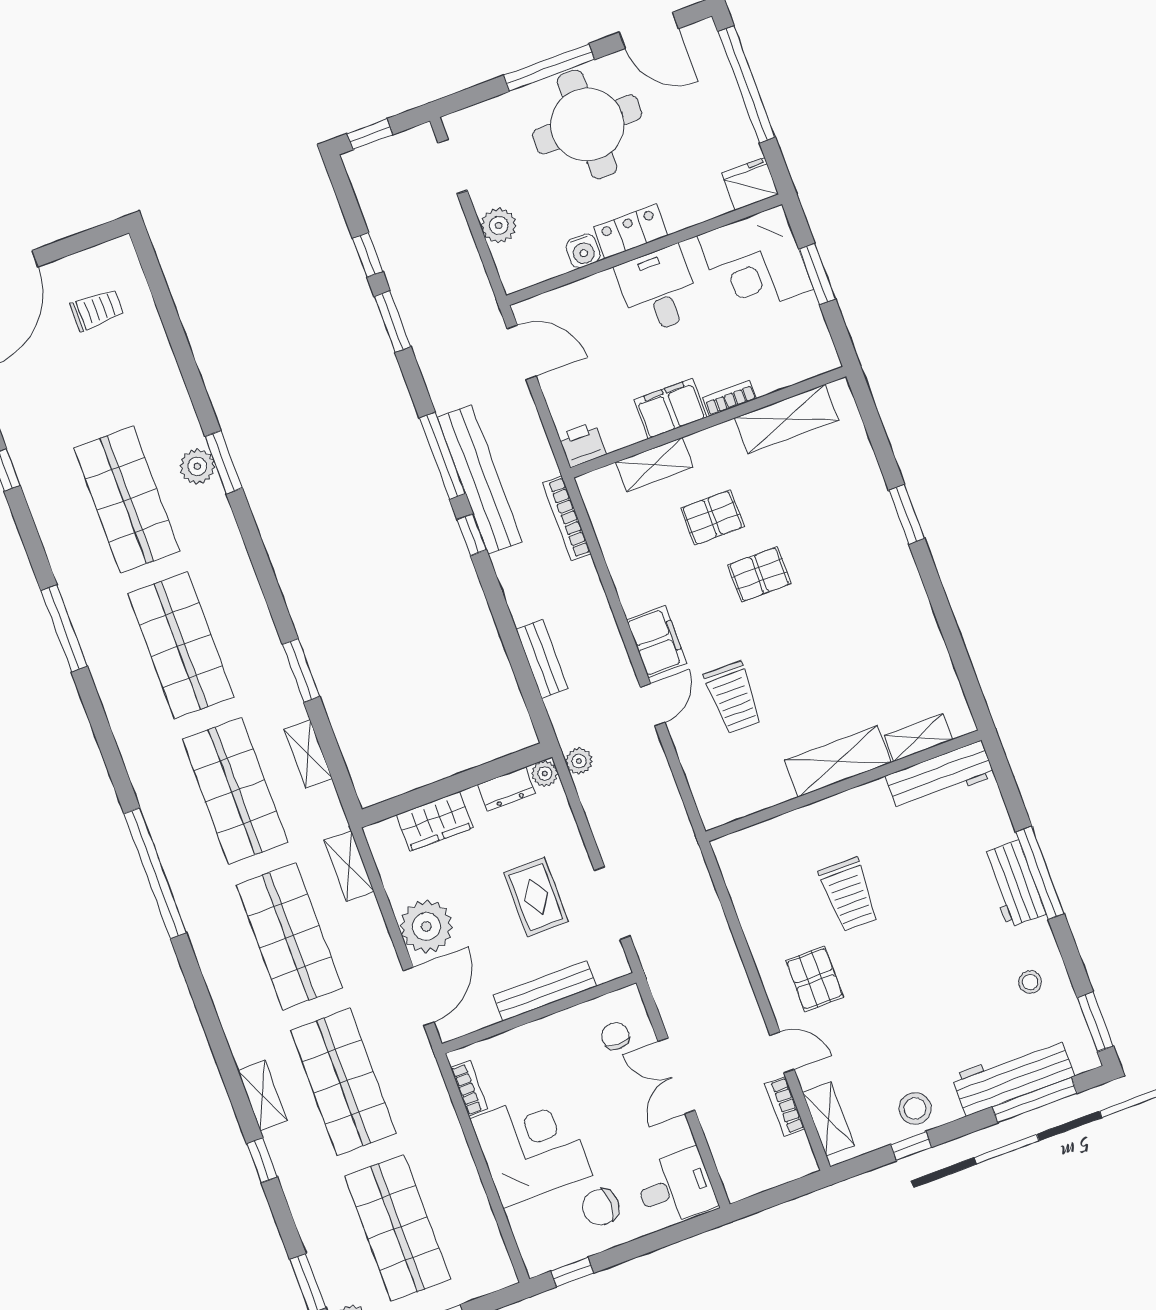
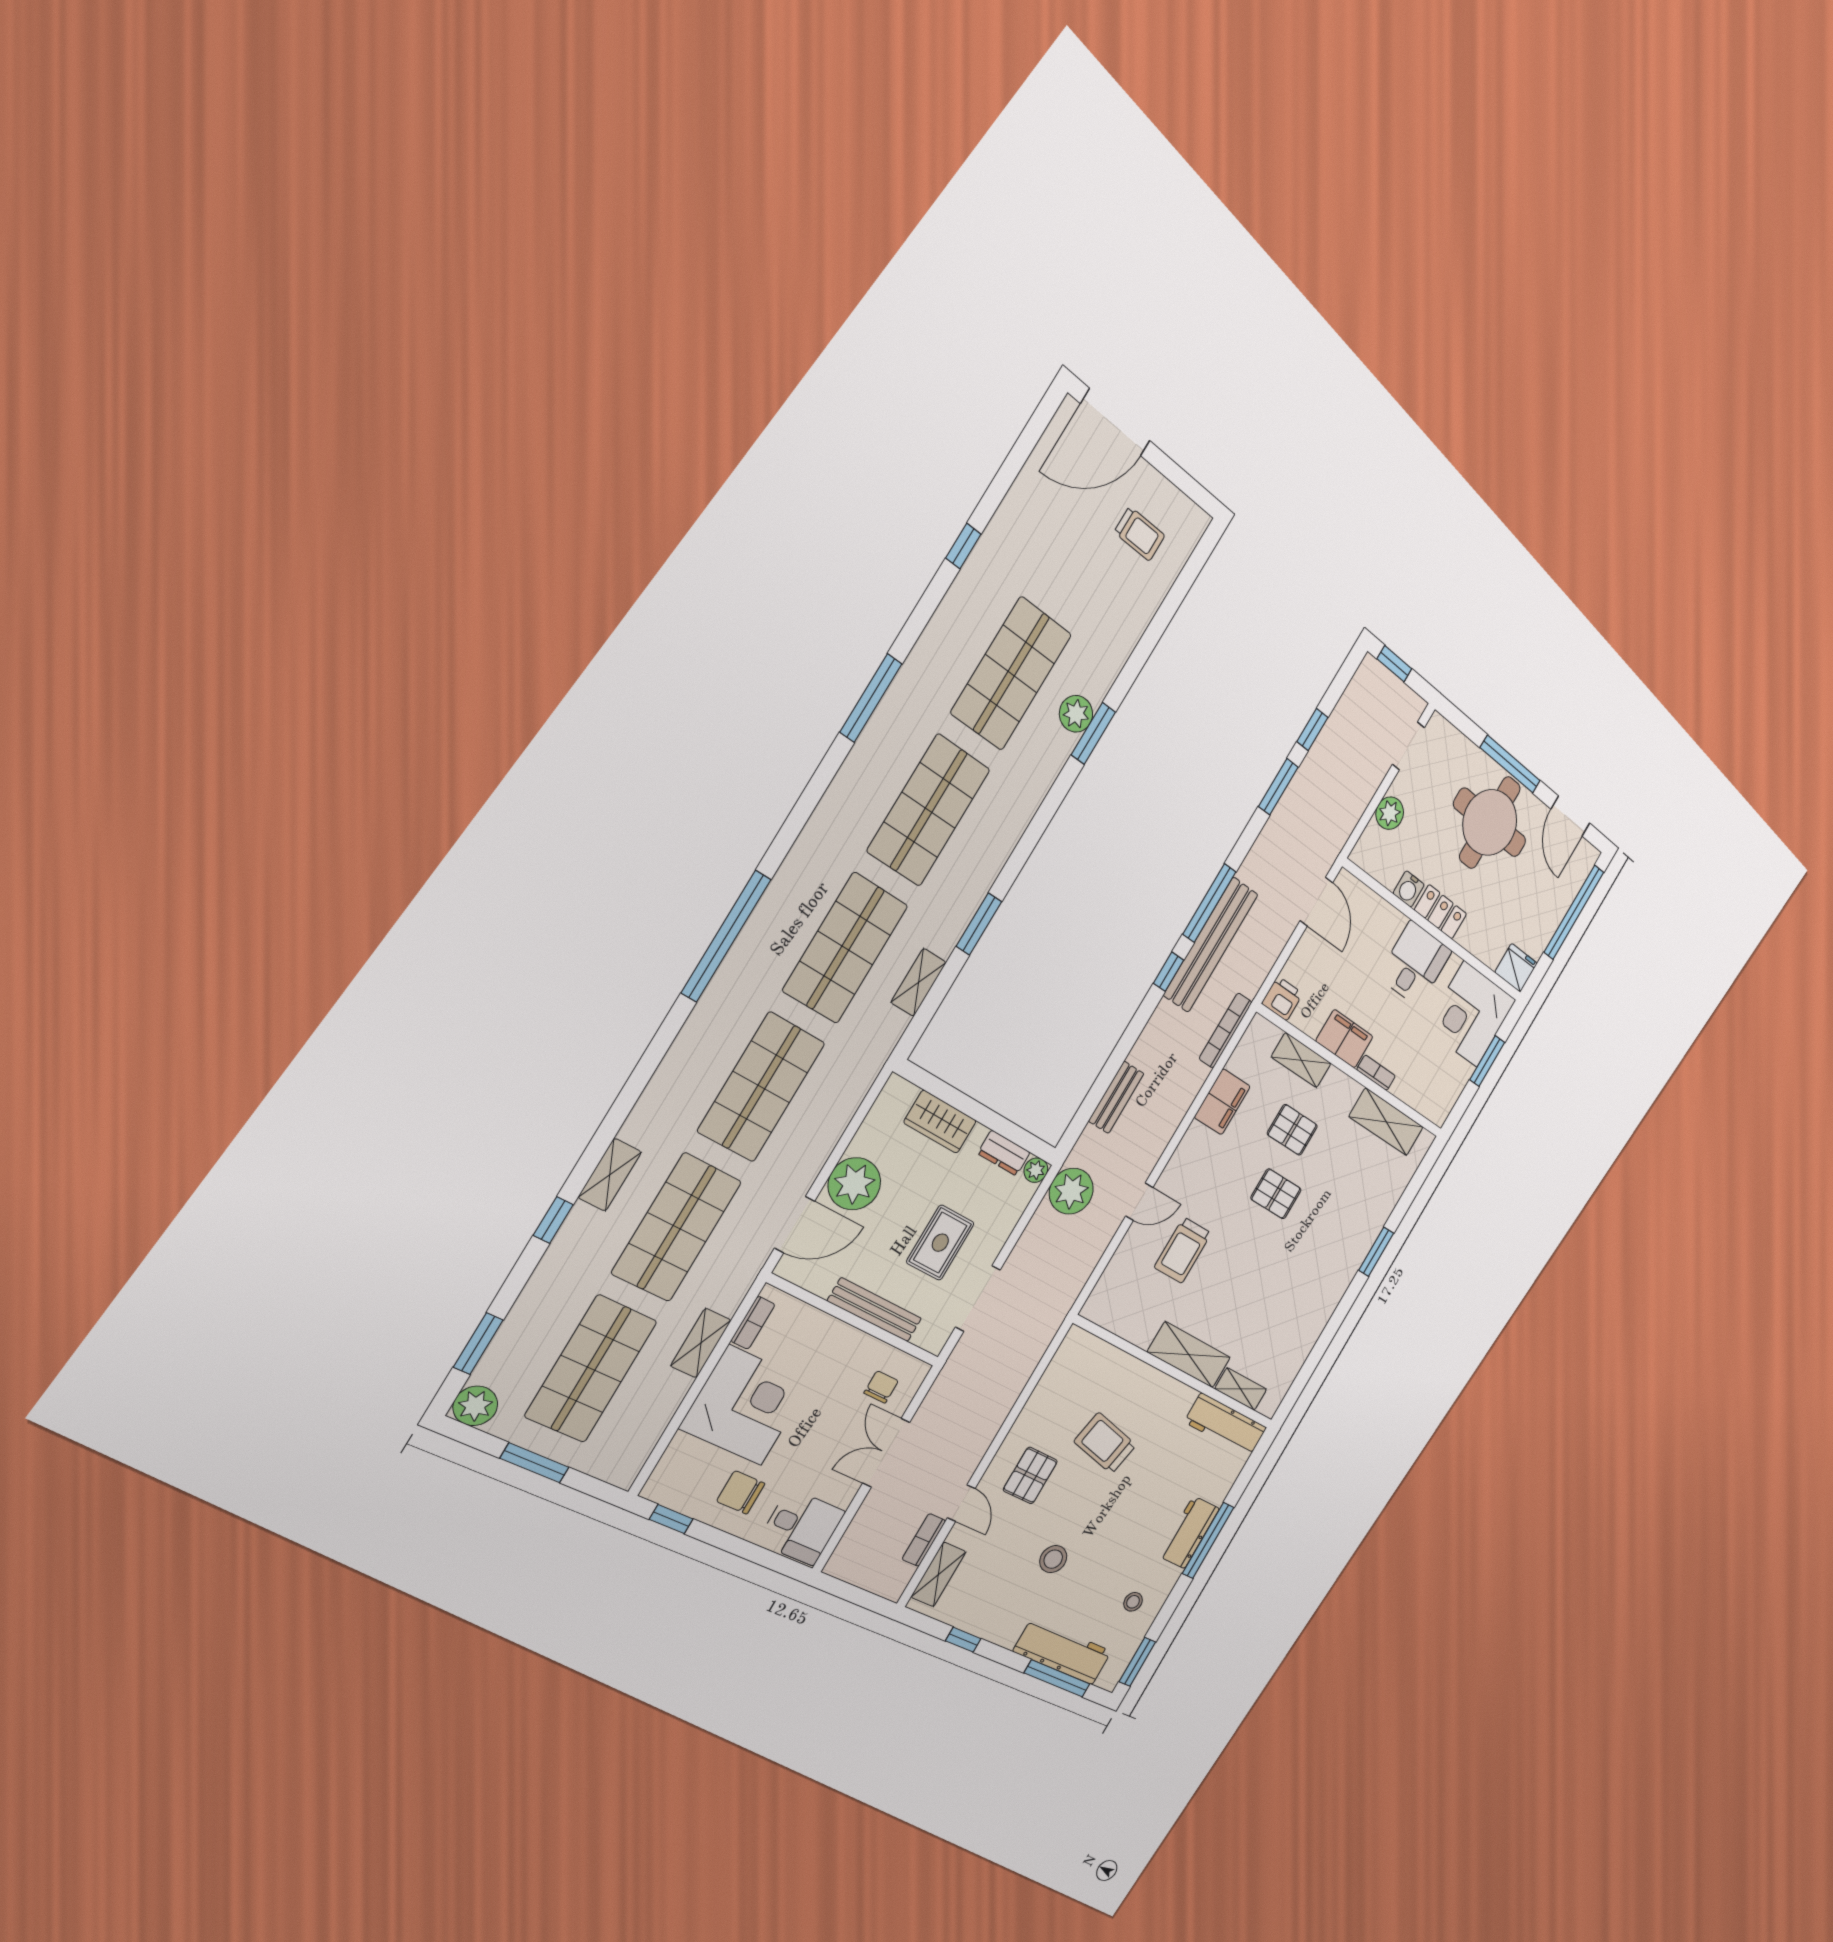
filing cabinet: (657, 641) -> (1222, 1102), moved
plant: (579, 761) -> (1071, 1191), width x1.87, depth x1.87
shelving: (349, 866) -> (701, 1343), moved
trolley: (849, 895) -> (1105, 1443), turned 102
stool: (915, 1108) -> (1053, 1559), moved

